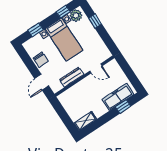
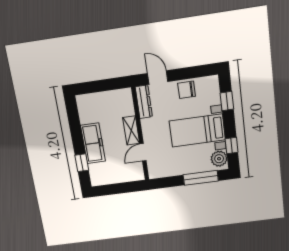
window: (95, 21) -> (201, 178), width x2.17
dresser: (72, 77) -> (144, 102), moved
freezer: (118, 97) -> (93, 143), moved
shelving: (85, 121) -> (131, 131), moved

